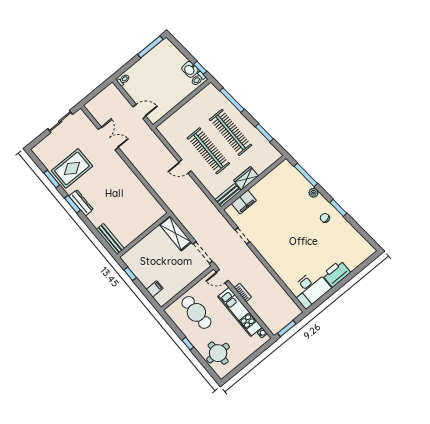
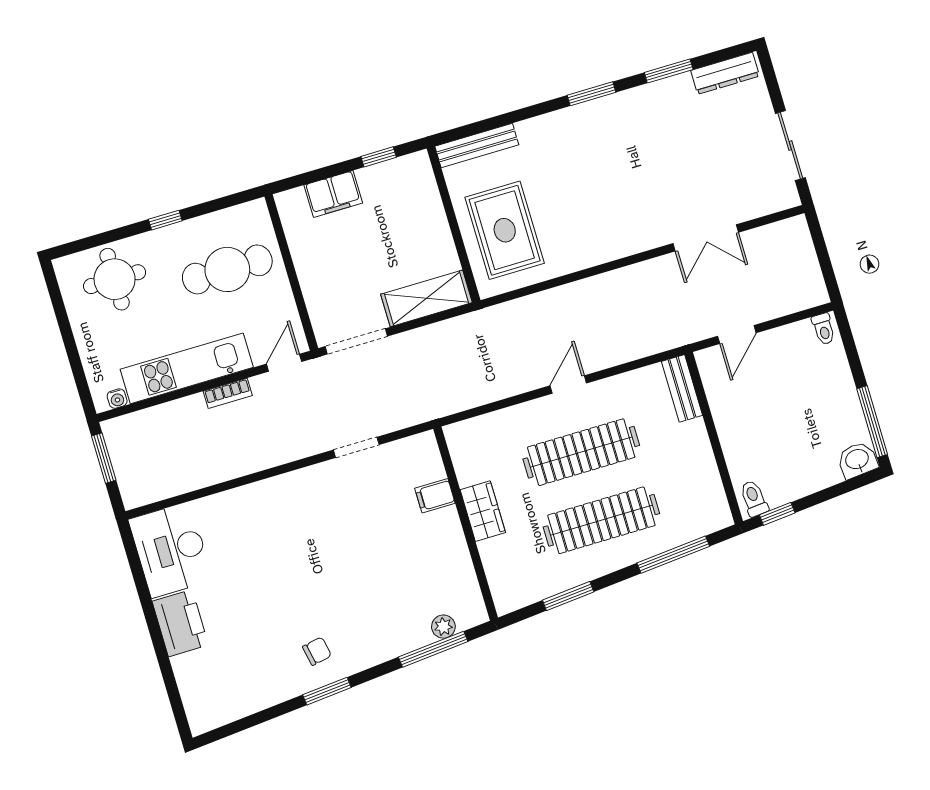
washbasin: (190, 69) -> (857, 460), moved
rug: (72, 168) -> (505, 230), moved
plant: (313, 193) -> (443, 627), moved
bench: (228, 195) -> (682, 388), moved
filing cabinet: (244, 202) -> (435, 496), width x0.50
dresser: (81, 203) -> (725, 73), moved
filing cabinet: (155, 289) -> (333, 194), width x2.00

